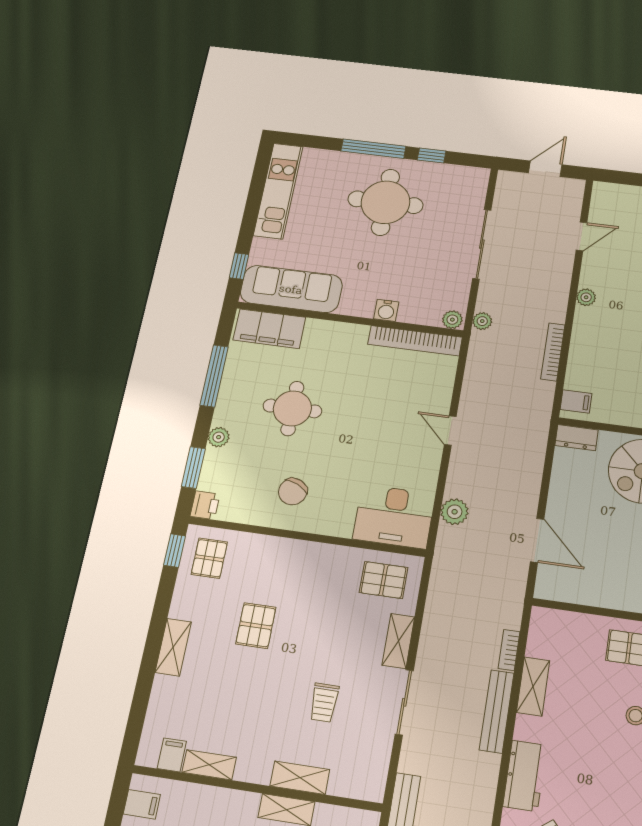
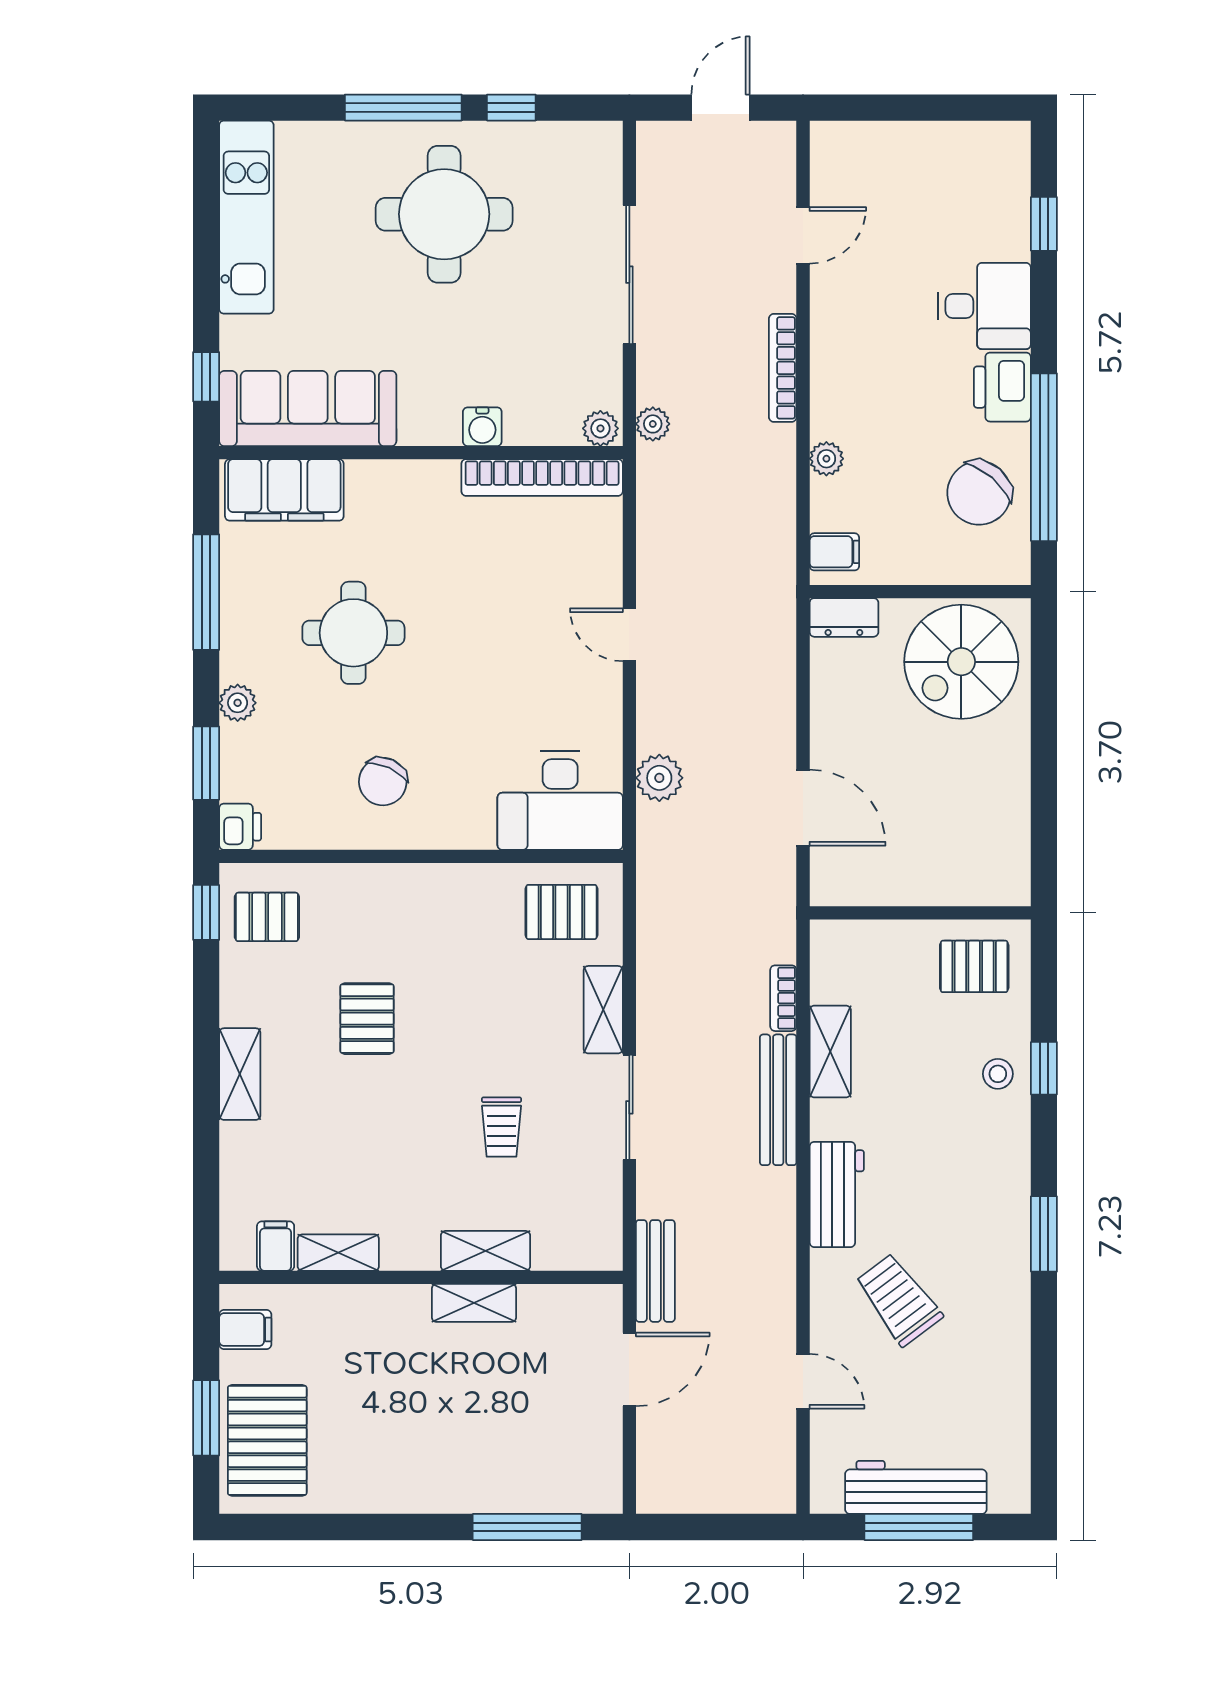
plant: (586, 297) -> (826, 459), moved
bookcase: (553, 352) -> (783, 368), moved
pallet: (209, 558) -> (267, 917), turned 90

